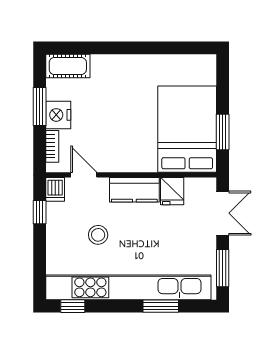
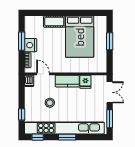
cot: (68, 66) -> (54, 22), moved
bed: (187, 129) -> (80, 37), moved, turned 180
window: (223, 132) -> (110, 41), moved
window: (40, 212) -> (22, 114), moved
window: (161, 306) -> (67, 137), moved

